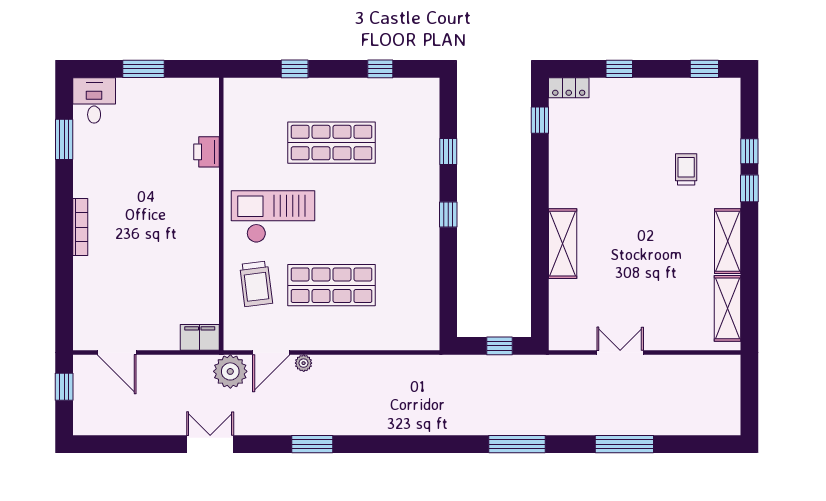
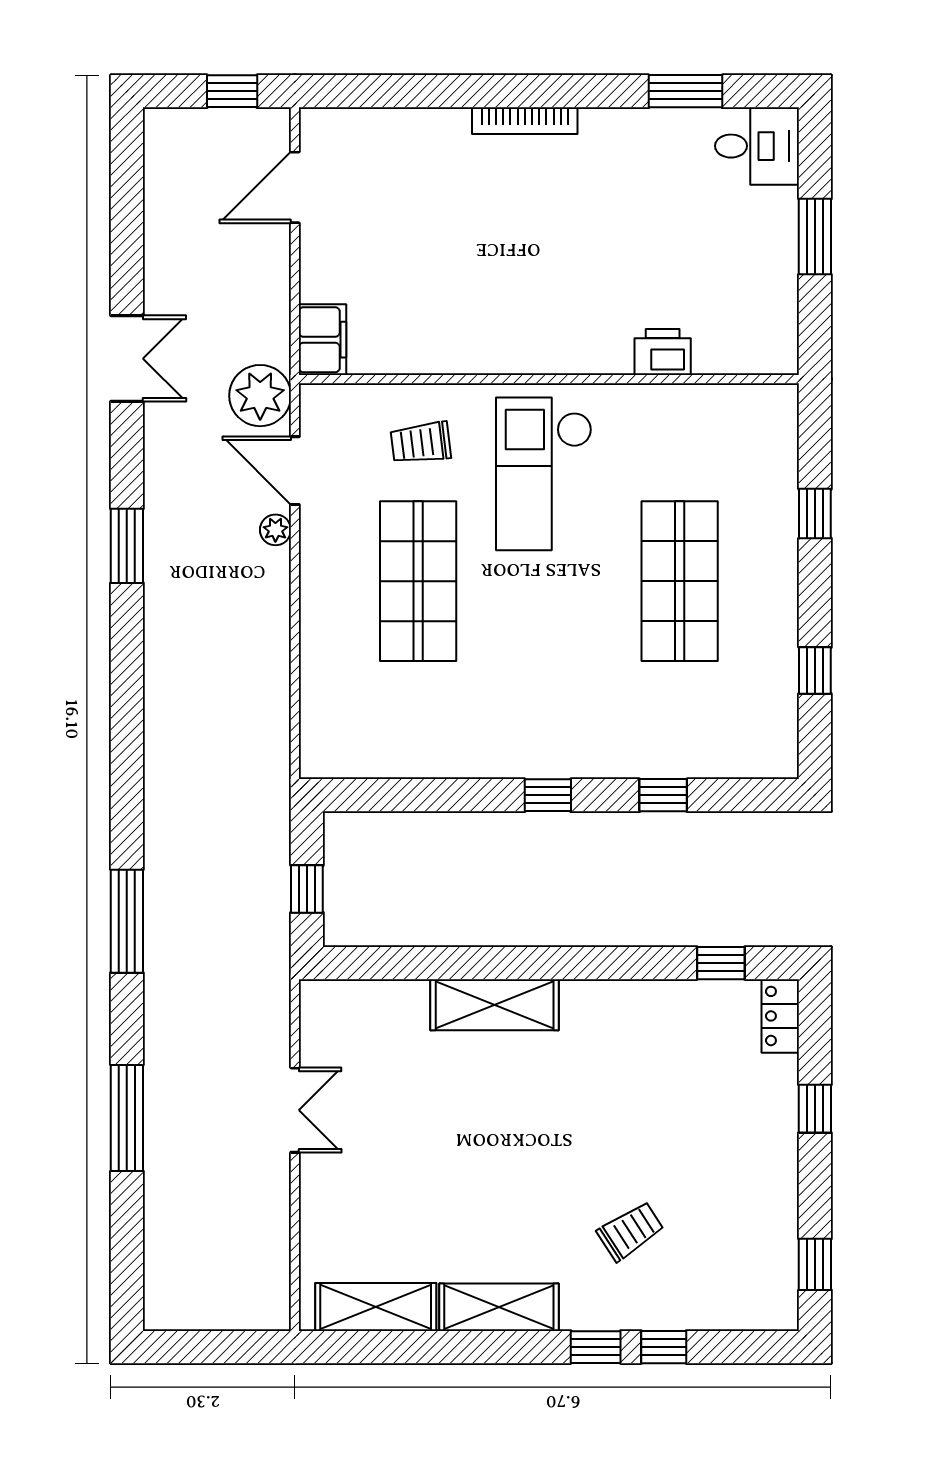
trolley: (686, 169) -> (630, 1231), turned -33
checkout: (273, 217) -> (544, 474), turned 180
trolley: (256, 284) -> (421, 443), width x0.73, depth x0.72

